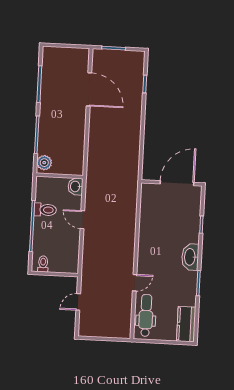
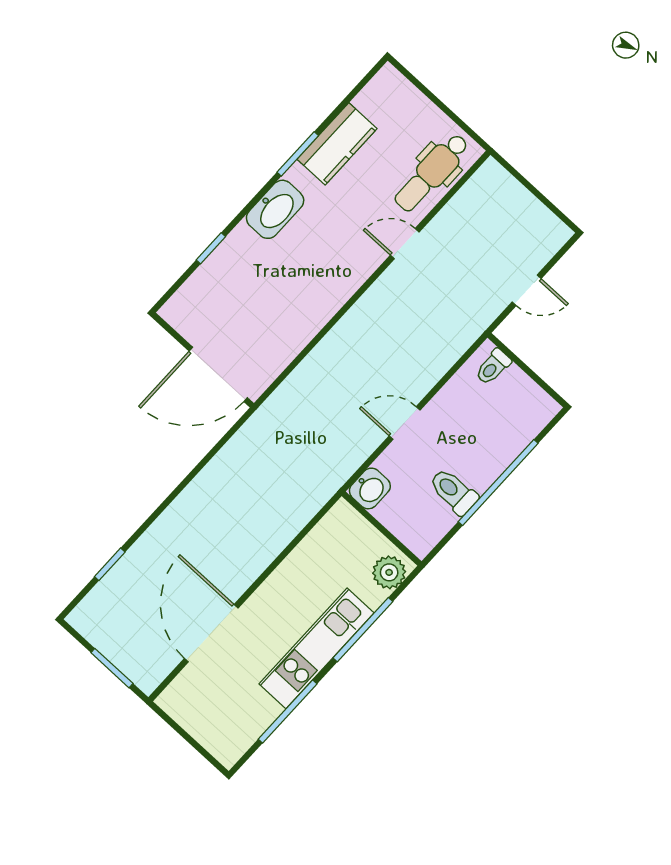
kitchen unit: (48, 115) -> (317, 648), added
door: (177, 183) -> (218, 374), moved
door: (82, 220) -> (405, 423), swing flipped
toilet: (43, 264) -> (493, 367), moved
kitchen counter: (186, 324) -> (337, 144), moved

